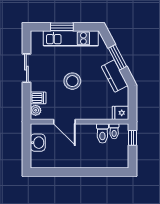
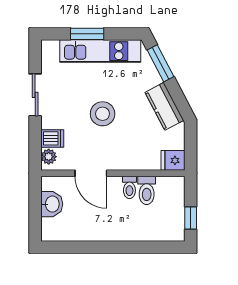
window: (117, 57) -> (161, 63), moved
toilet: (114, 131) -> (129, 187), moved
window: (132, 138) -> (191, 218), moved

